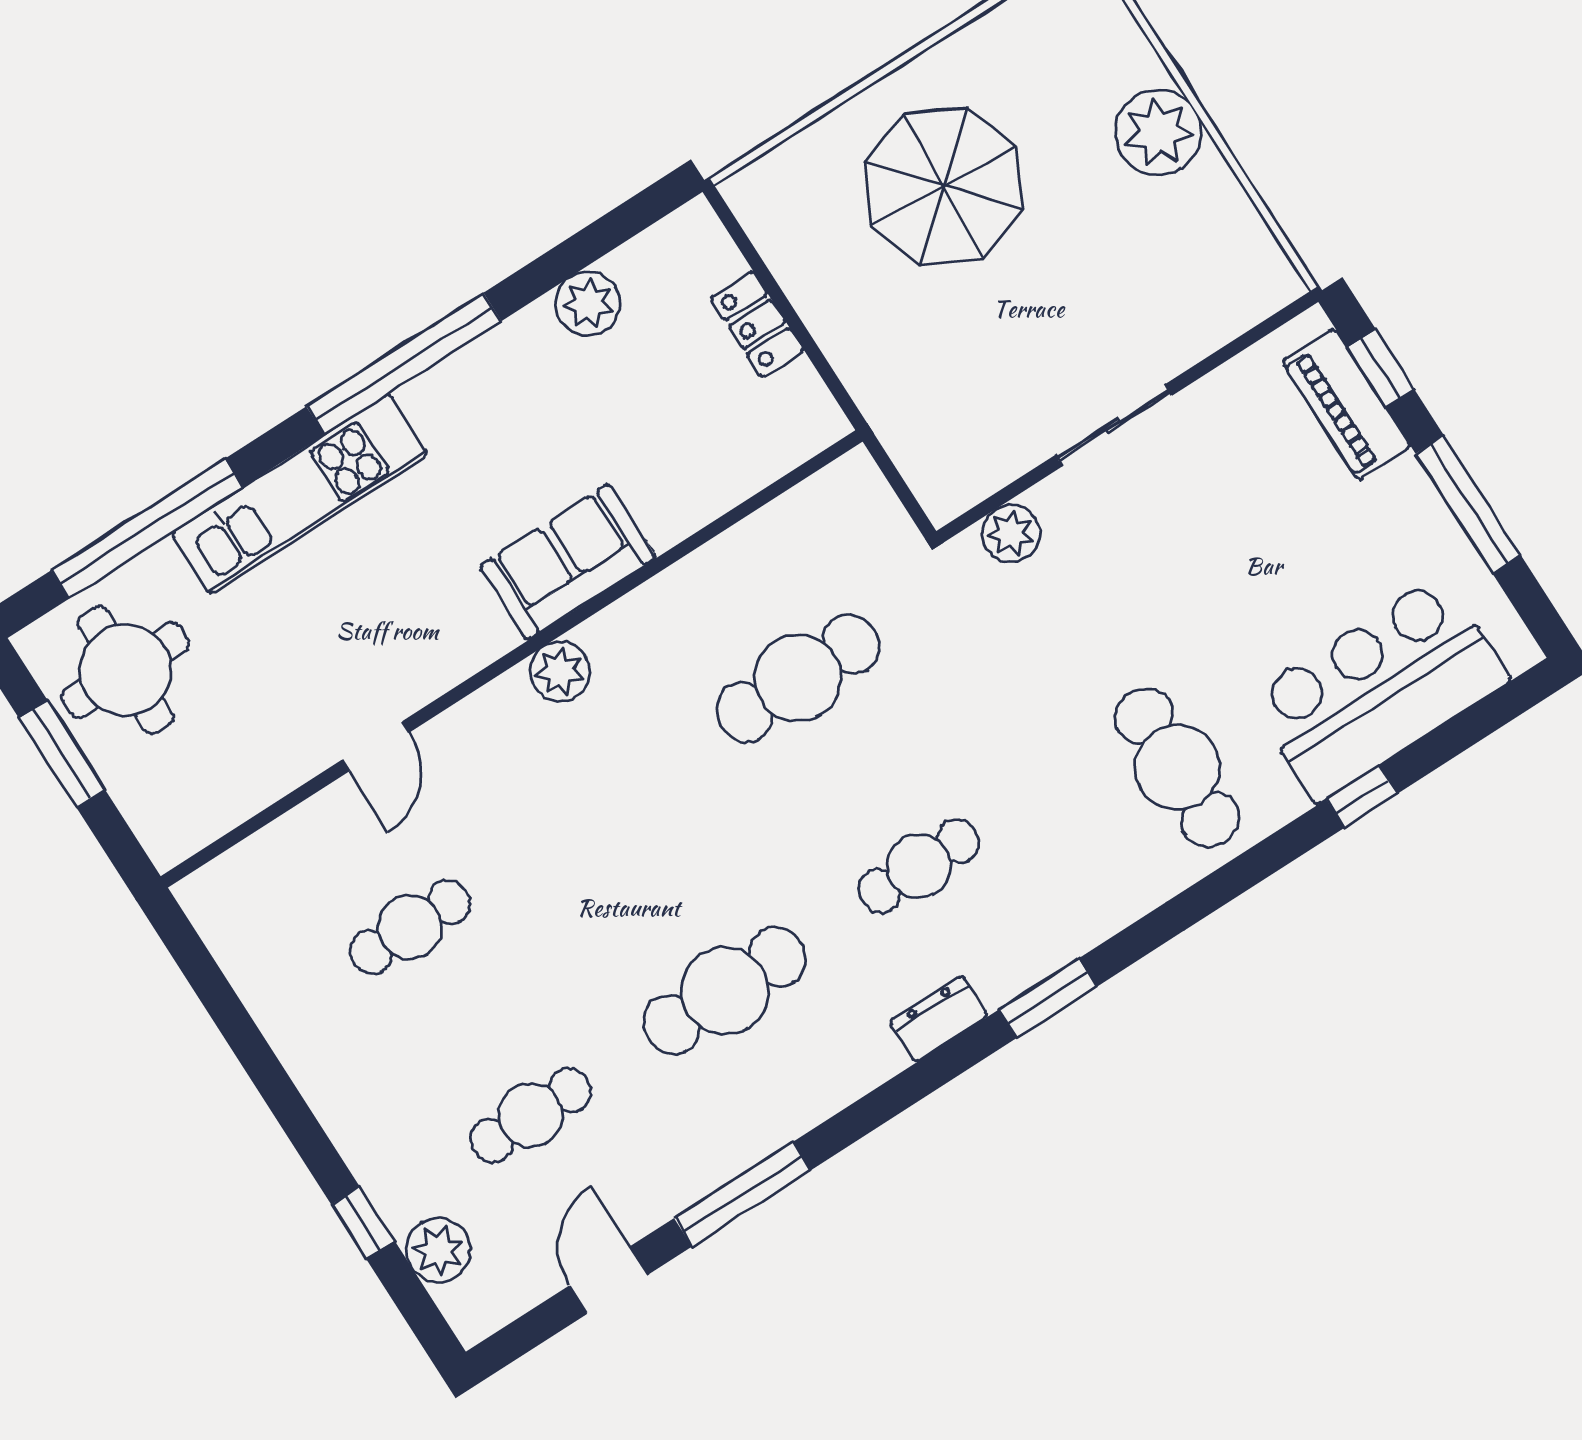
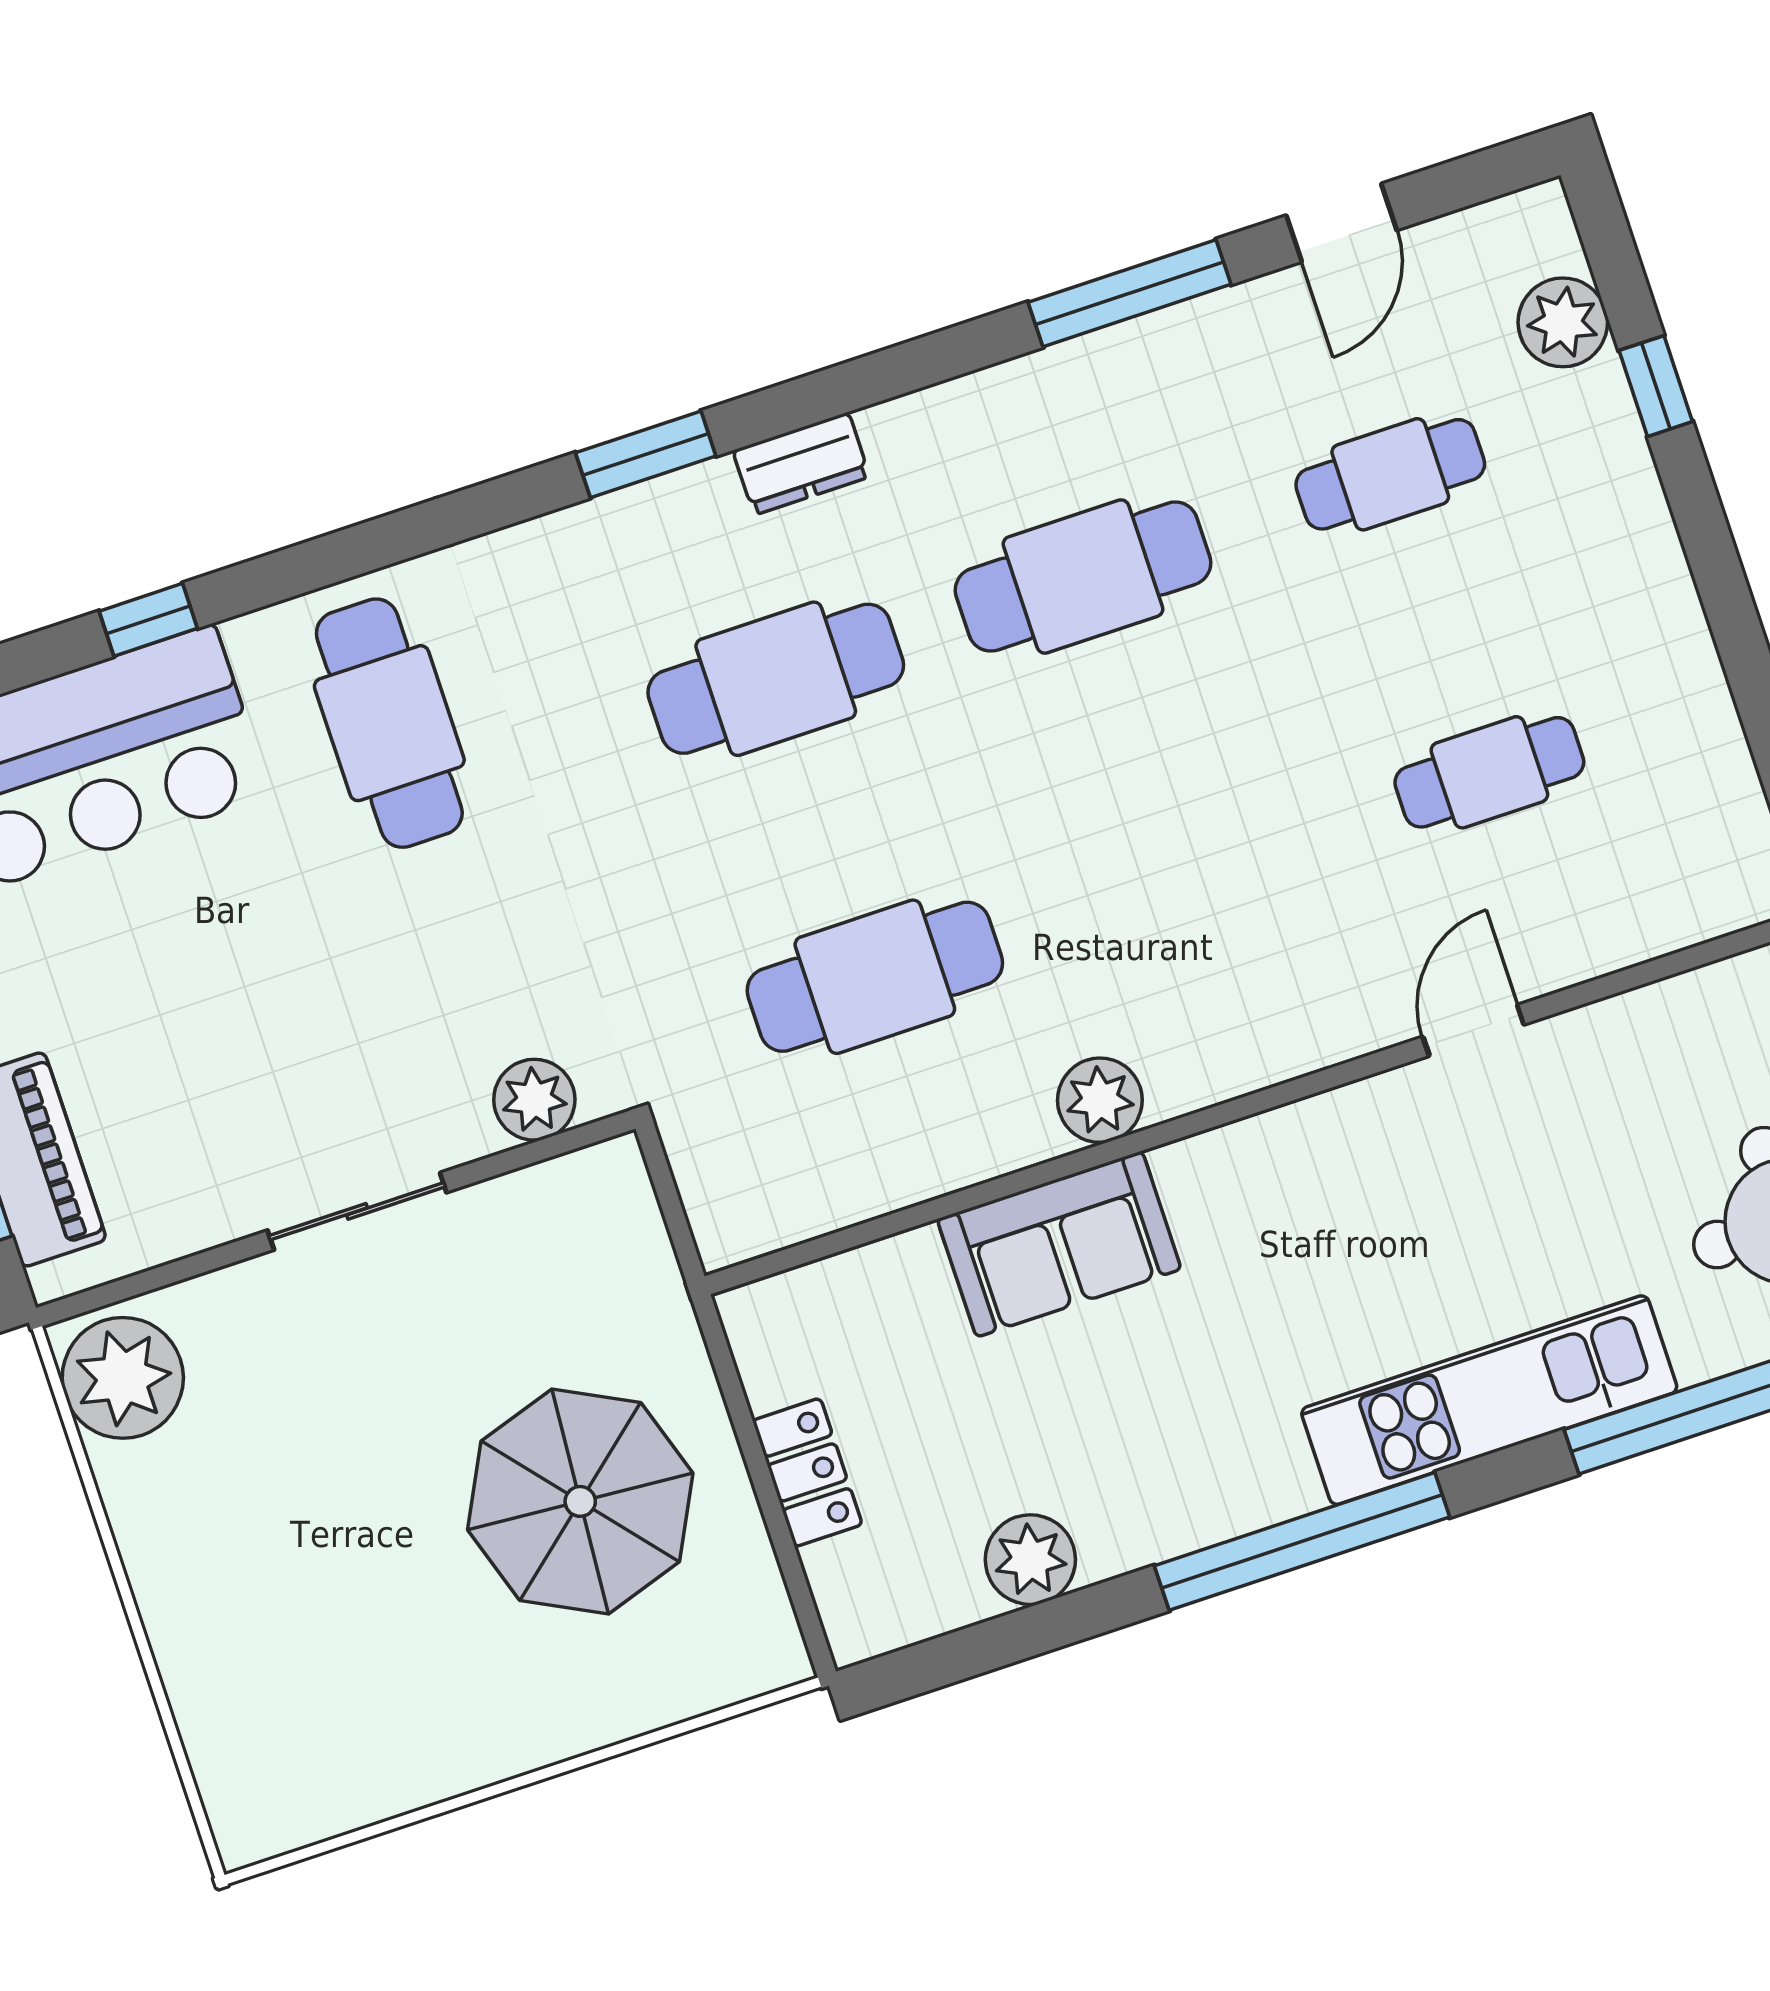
plant: (1158, 132) -> (123, 1378), moved
parasol: (944, 186) -> (580, 1501), moved
sofa: (568, 562) -> (1059, 1244), moved
plant: (560, 672) -> (1100, 1100), moved
cafe table: (919, 866) -> (776, 679), width x1.37, depth x1.35

